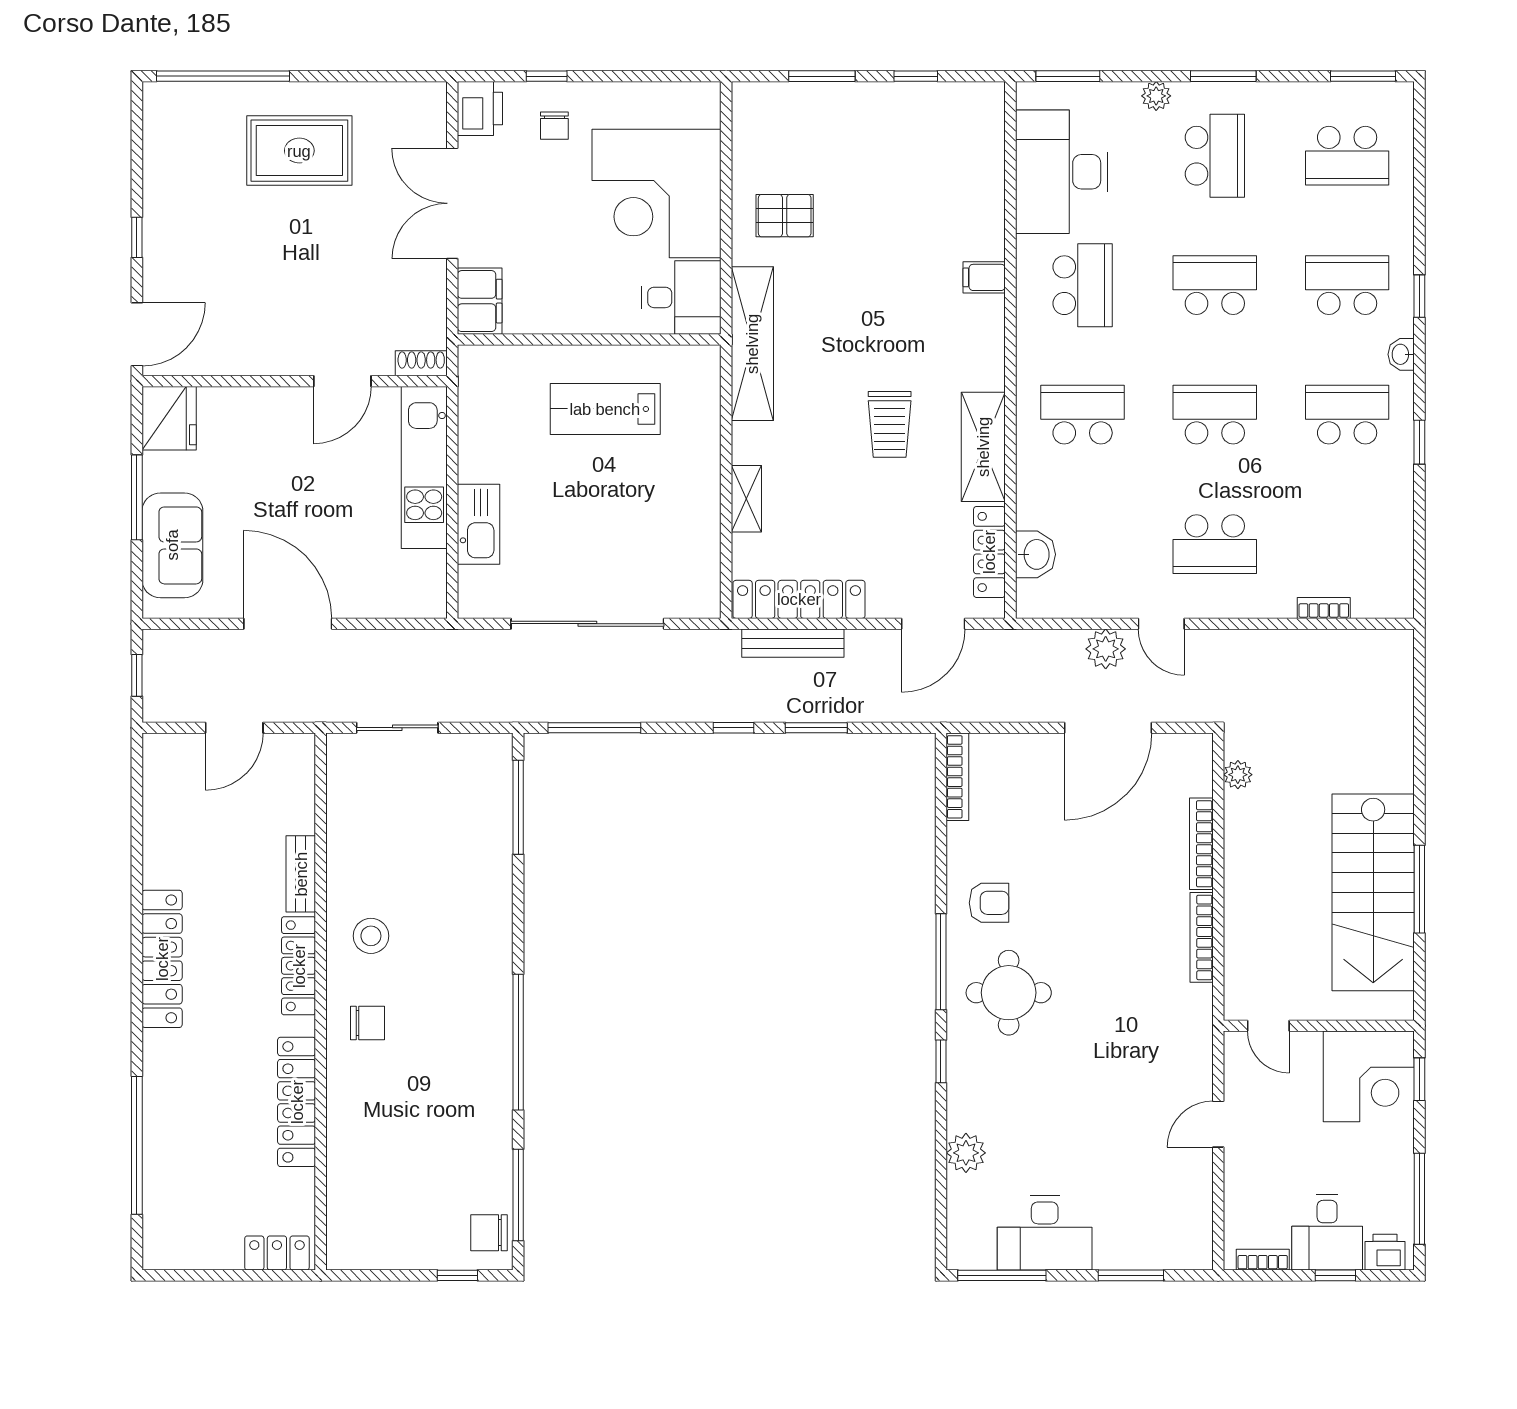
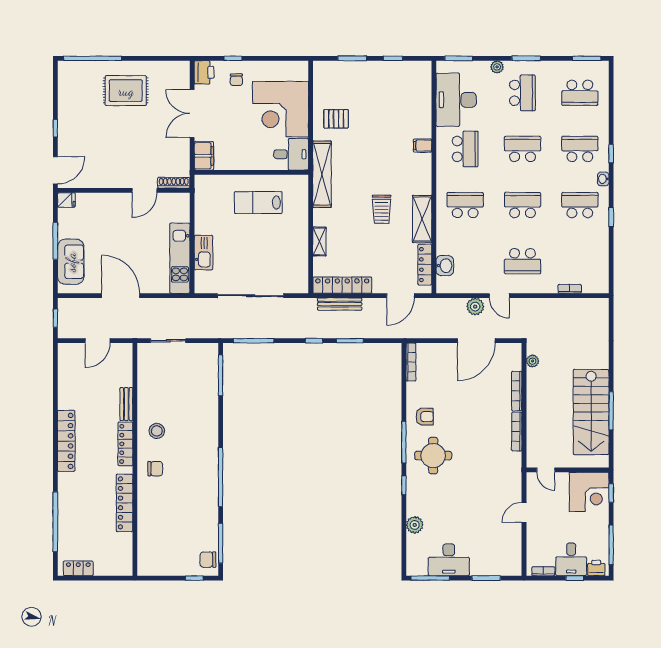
shoe rack: (421, 363) -> (174, 183), width x1.43
fridge: (169, 418) -> (66, 200), width x0.53, depth x0.75
kitchen unit: (424, 467) -> (180, 258), moved
locker: (277, 1253) -> (78, 568), moved

